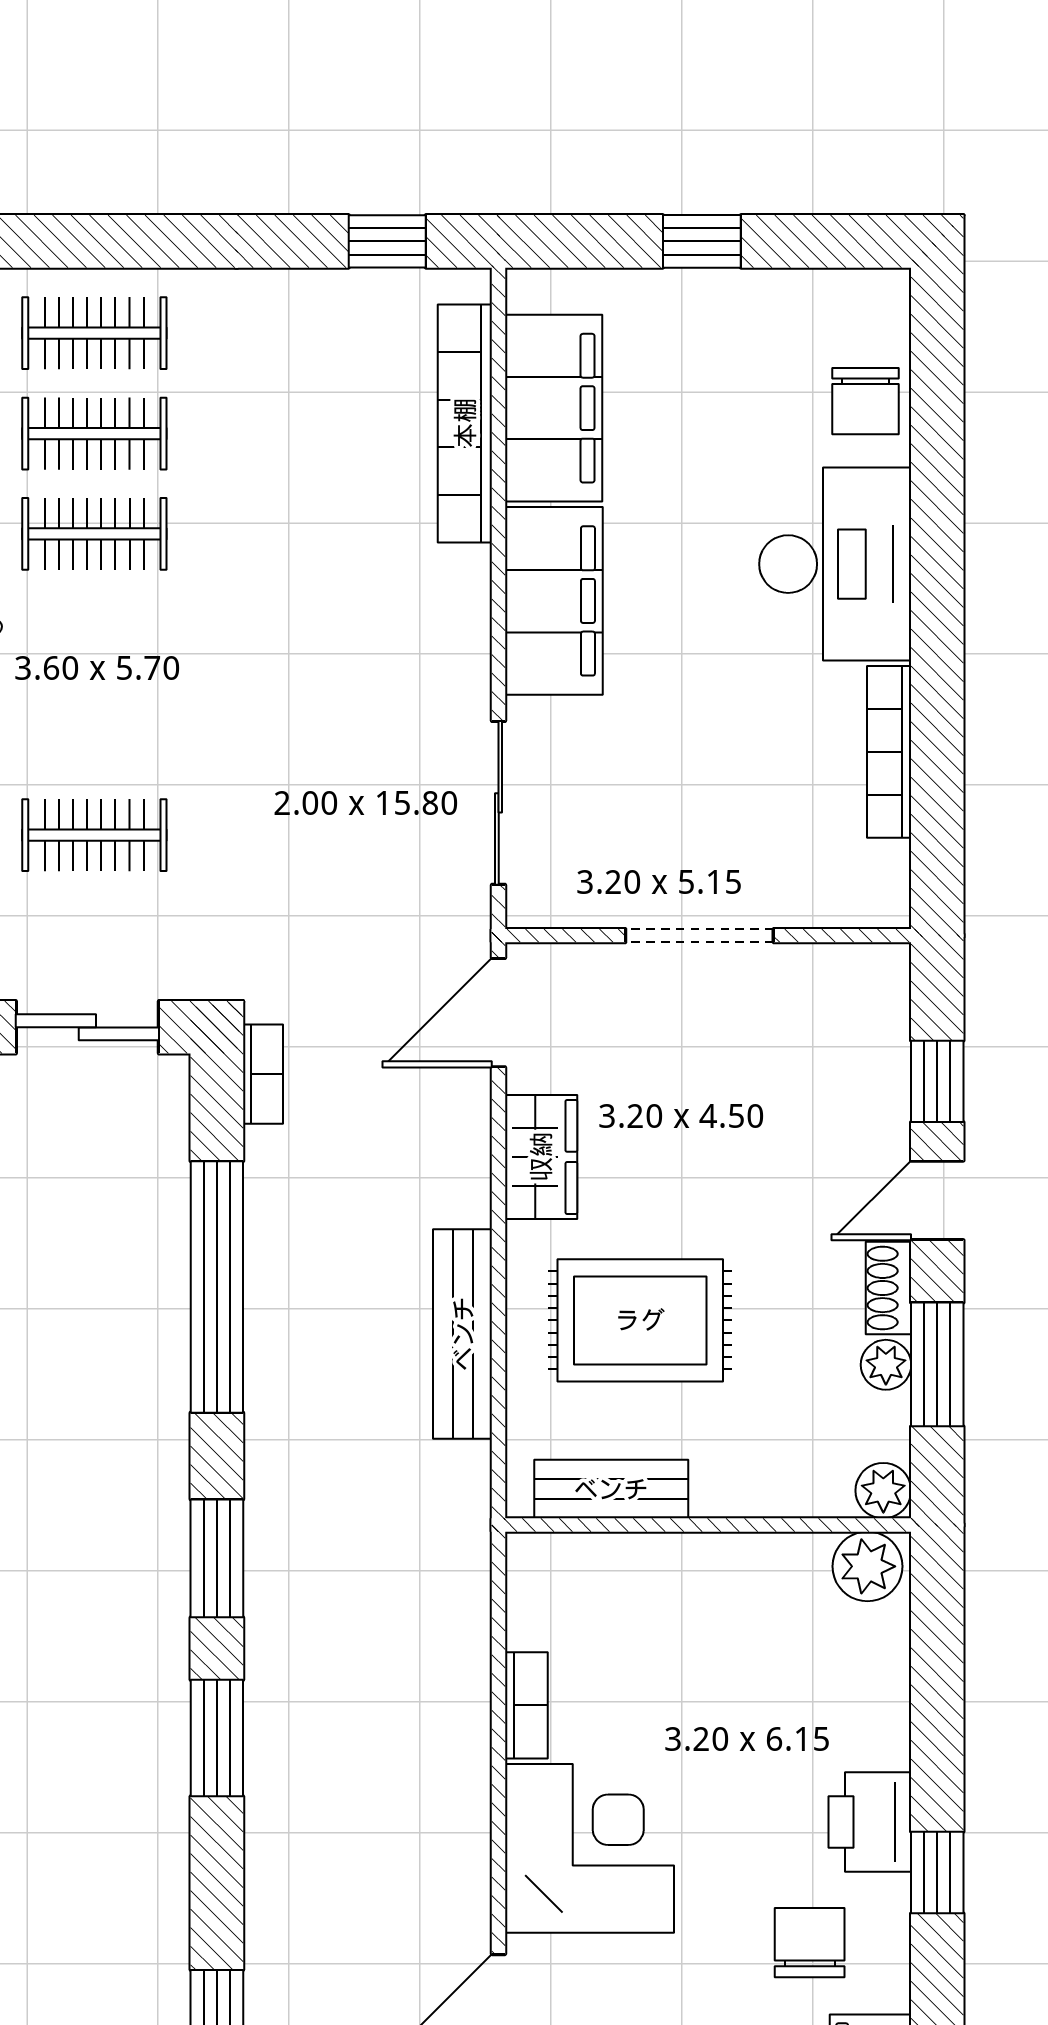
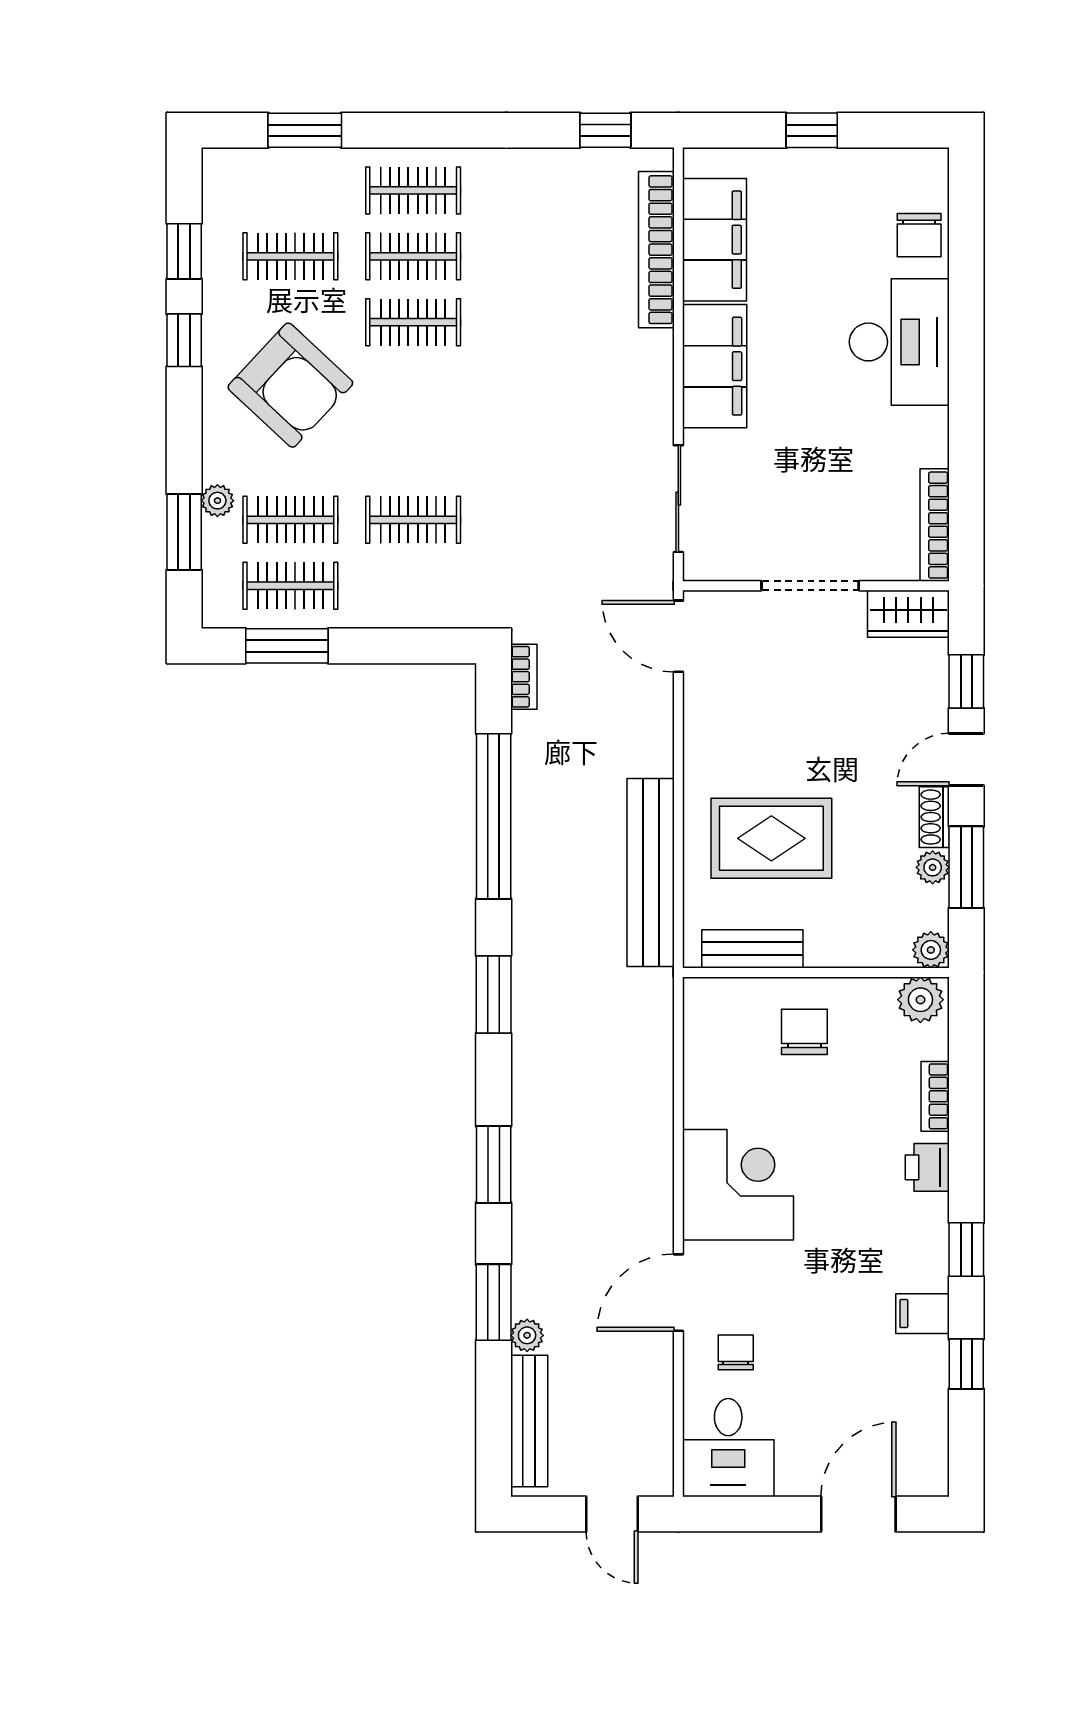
bookcase: (889, 752) -> (935, 525), moved
door: (499, 1013) -> (678, 636), hinge flipped
sliding door: (87, 1027) -> (409, 646), removed
wardrobe: (541, 1157) -> (908, 614), moved, turned 90
bench: (463, 1334) -> (651, 872), width x1.37, depth x1.21
bookcase: (526, 1705) -> (935, 1096), moved, turned 180
window: (217, 1738) -> (494, 1164), moved
printer: (870, 1822) -> (927, 1167), width x0.73, depth x0.81
window: (937, 1872) -> (966, 1250), moved
chair: (810, 1943) -> (804, 1032), moved

